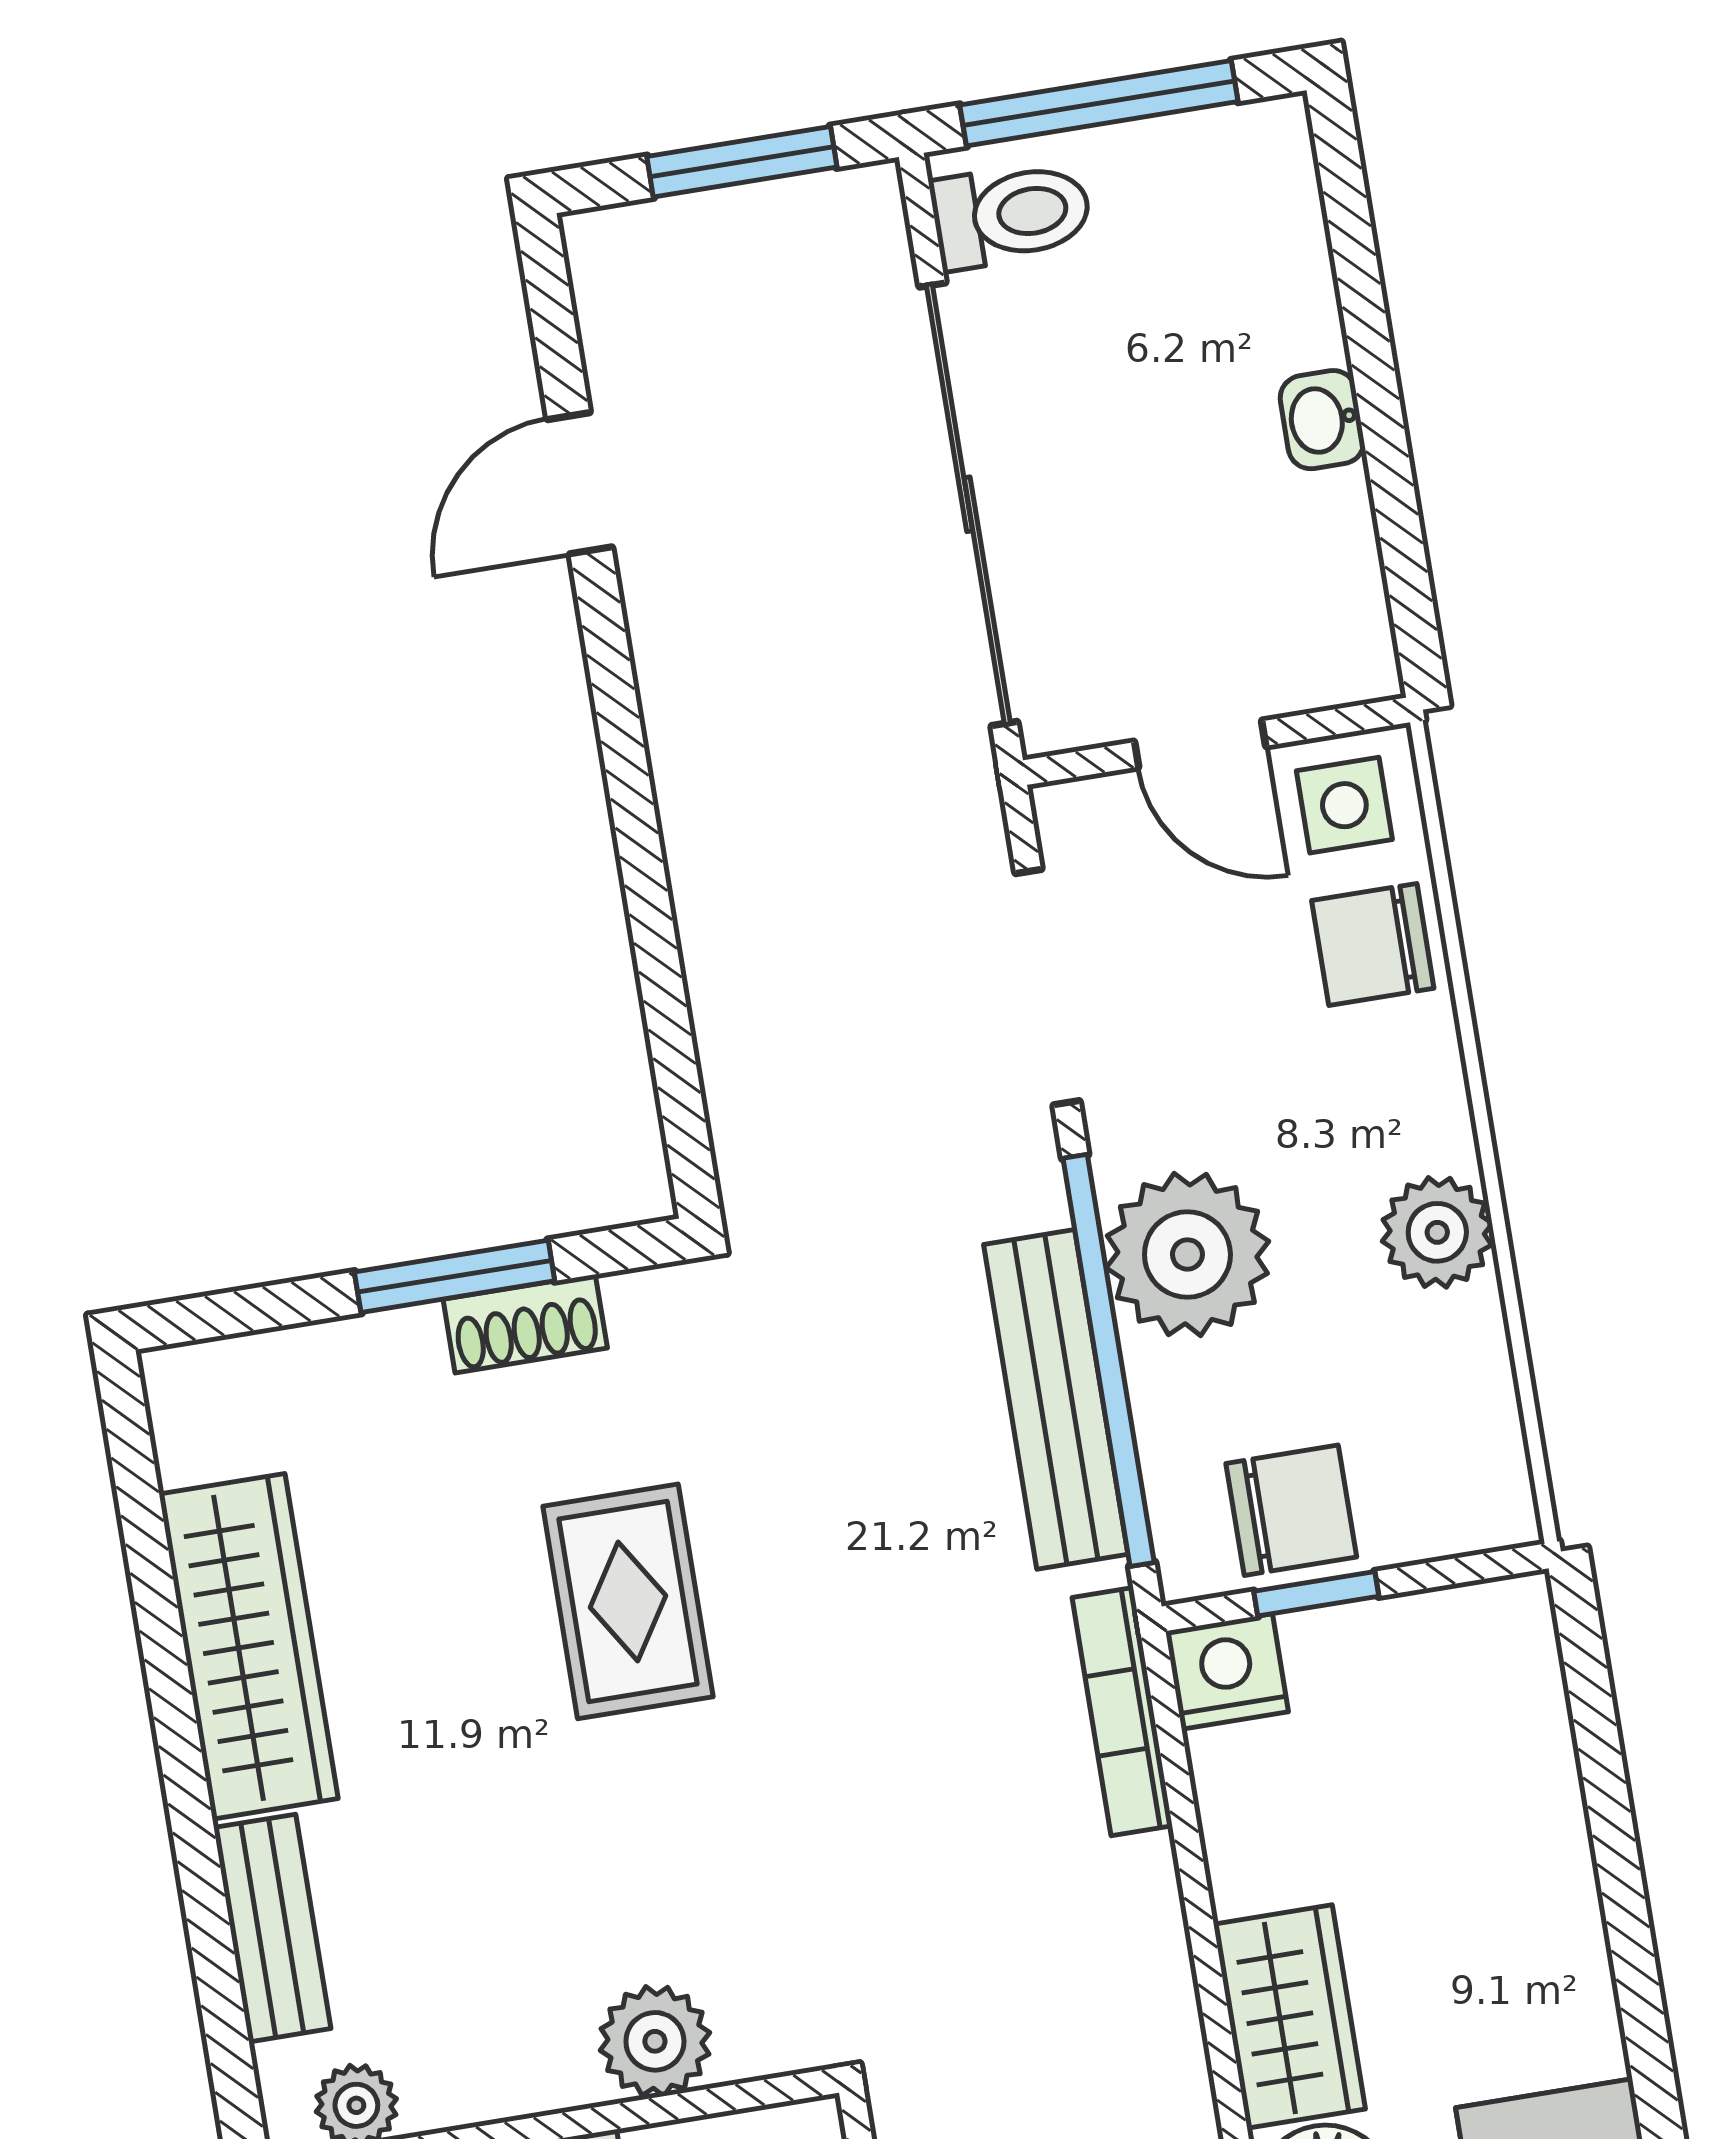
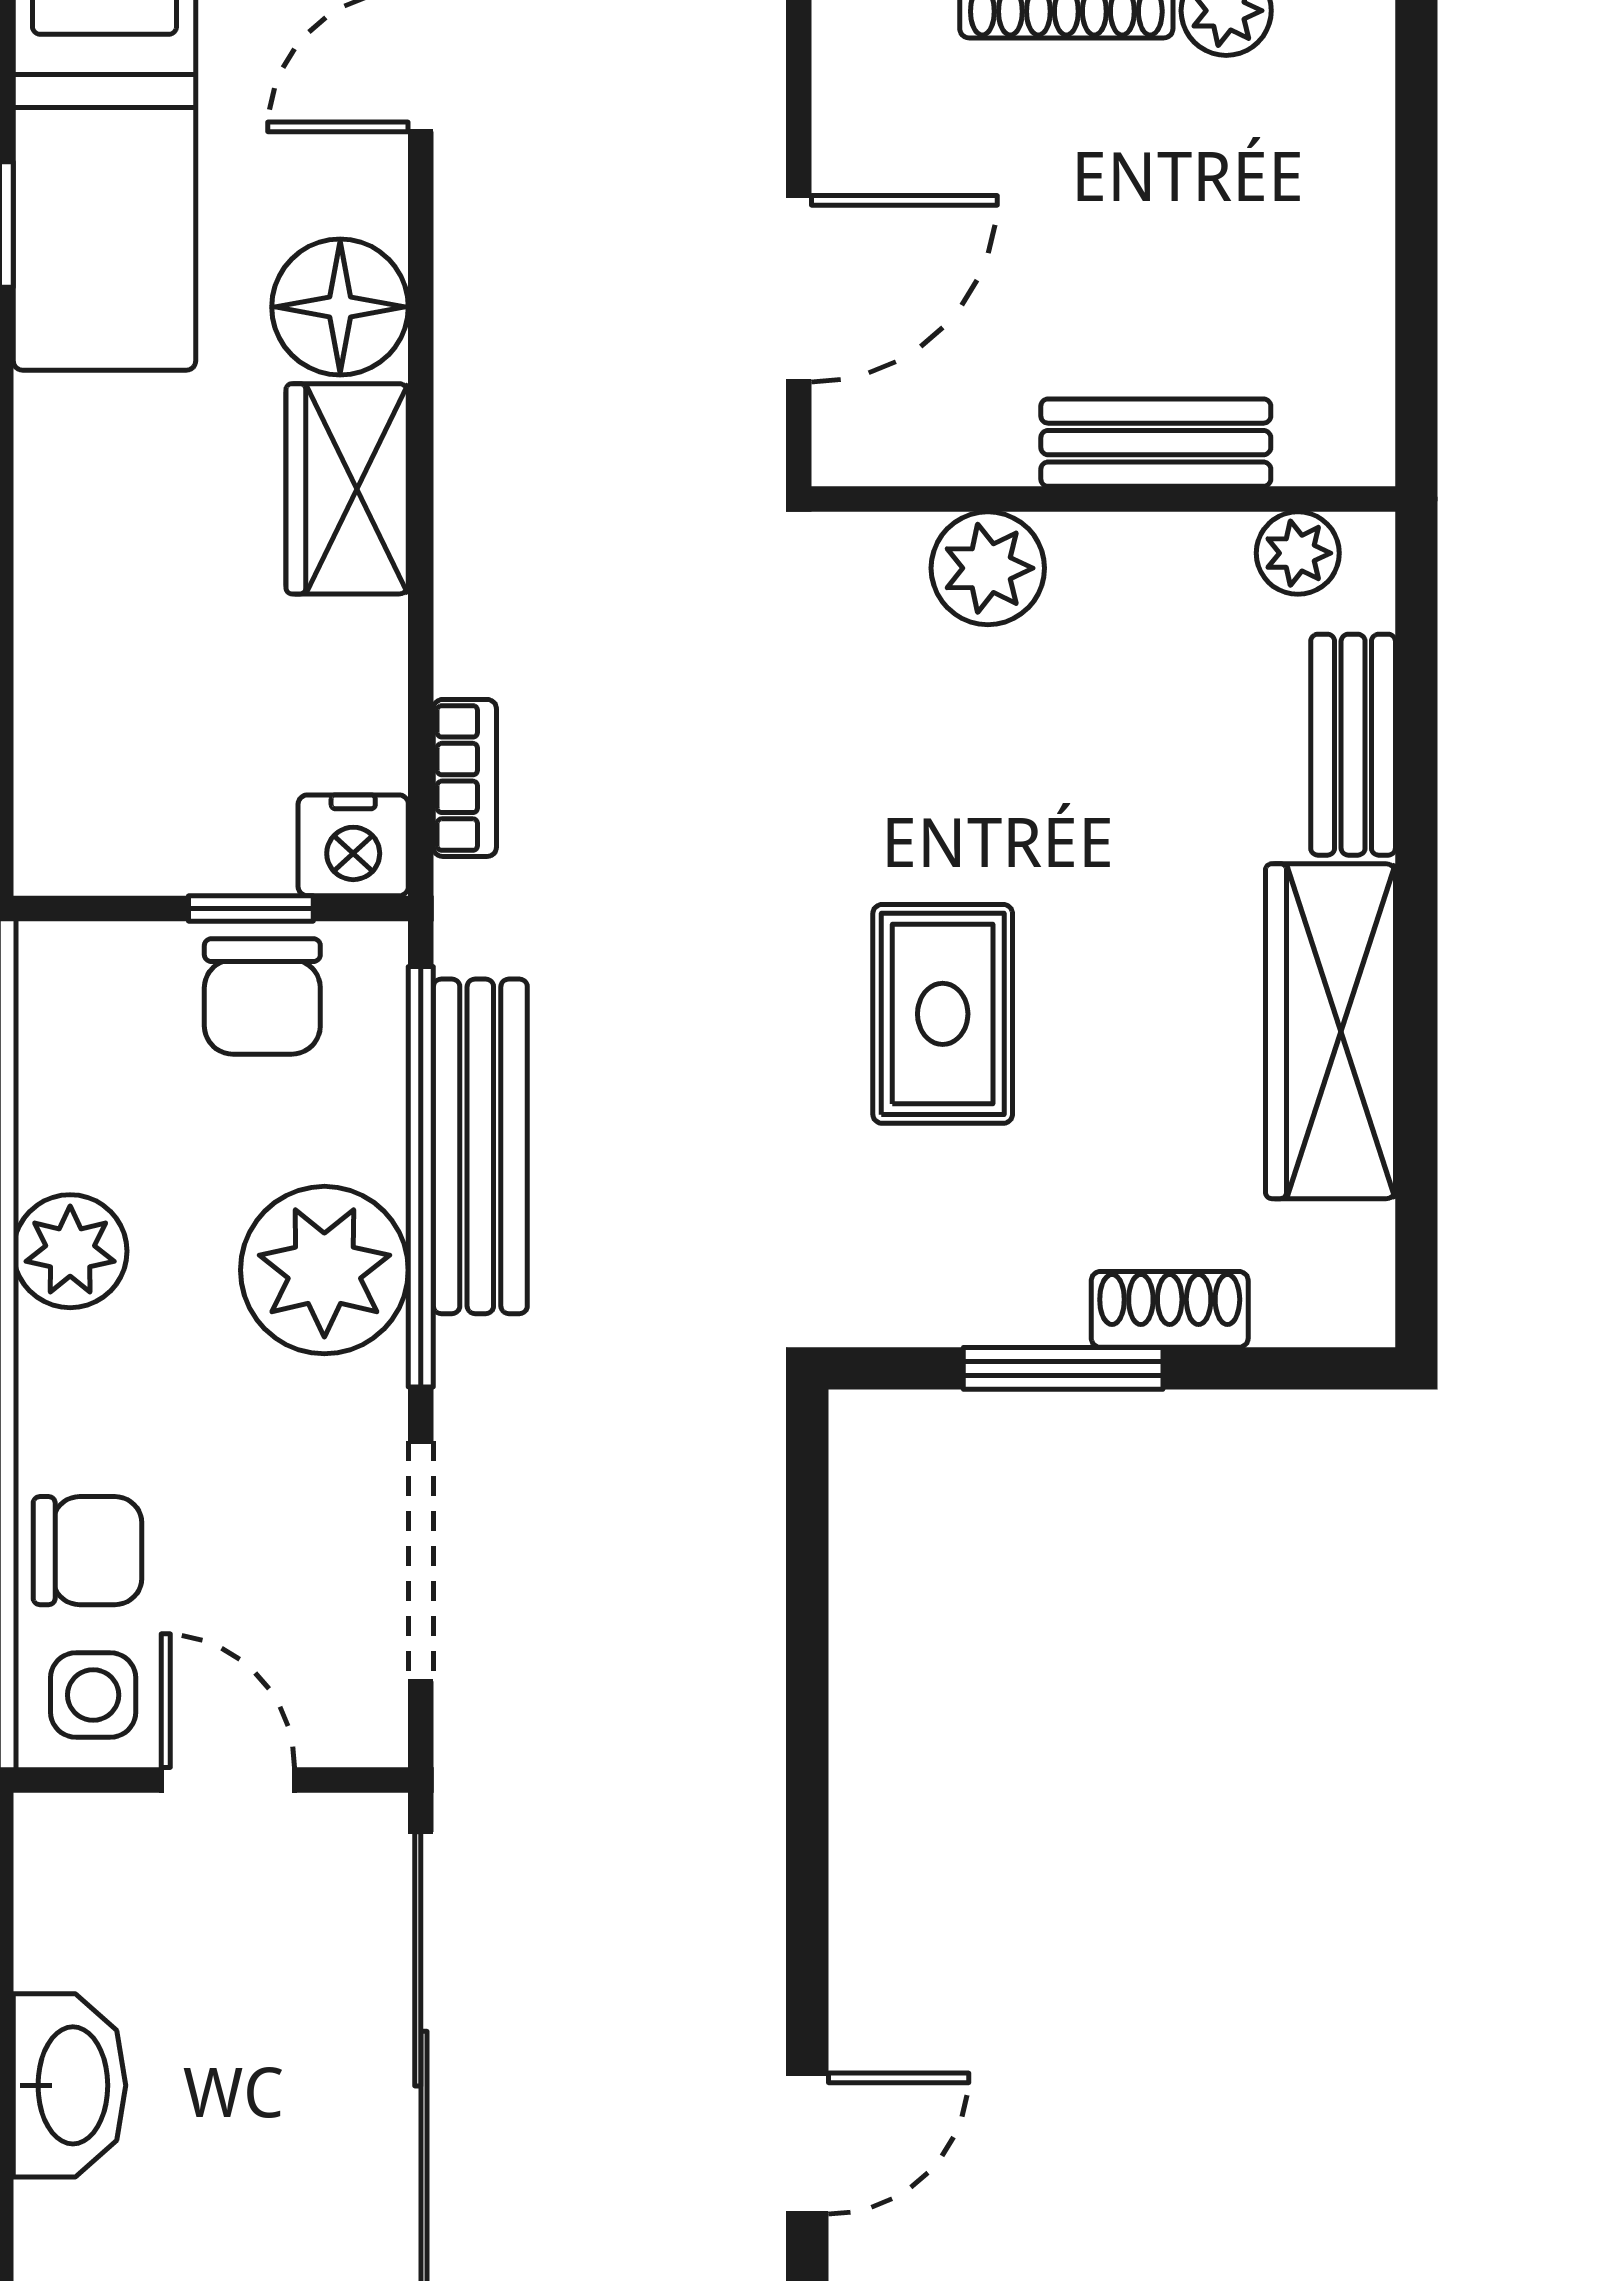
washbasin: (1322, 420) -> (70, 2085), width x1.91, depth x1.45
shoe rack: (525, 1324) -> (1170, 1309), moved
chair: (1291, 1510) -> (262, 996), turned -90
bookcase: (1122, 1712) -> (465, 778), width x0.64

